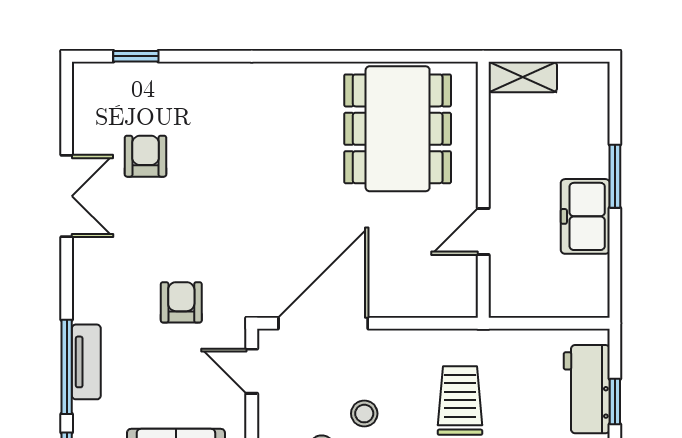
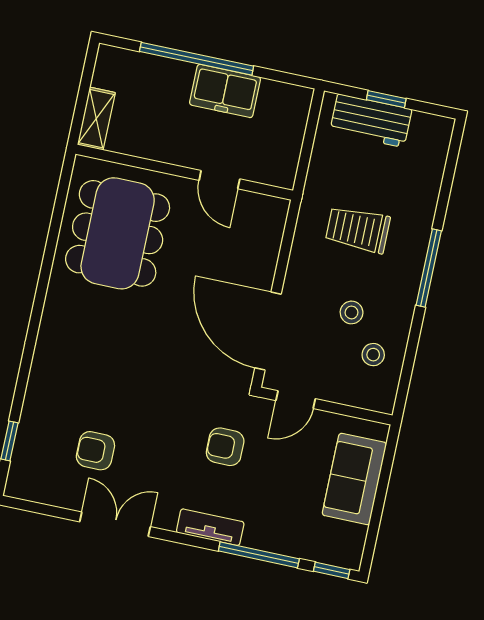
dining table: (398, 129) -> (118, 233), turned 90
window: (615, 176) -> (197, 59), width x2.11
tv unit: (86, 362) -> (210, 527), moved

